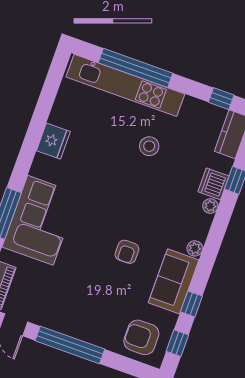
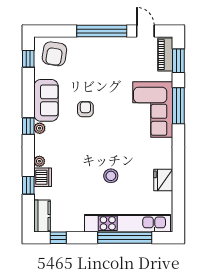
fridge: (53, 141) -> (163, 180), moved
stool: (149, 146) -> (111, 176), moved
window: (191, 304) -> (28, 126), moved
armchair: (141, 337) -> (54, 54), turned 99

